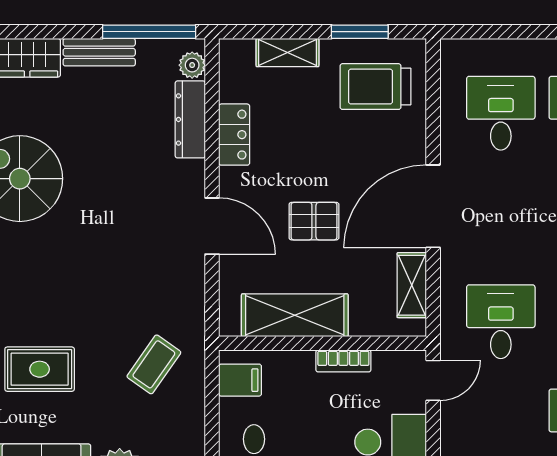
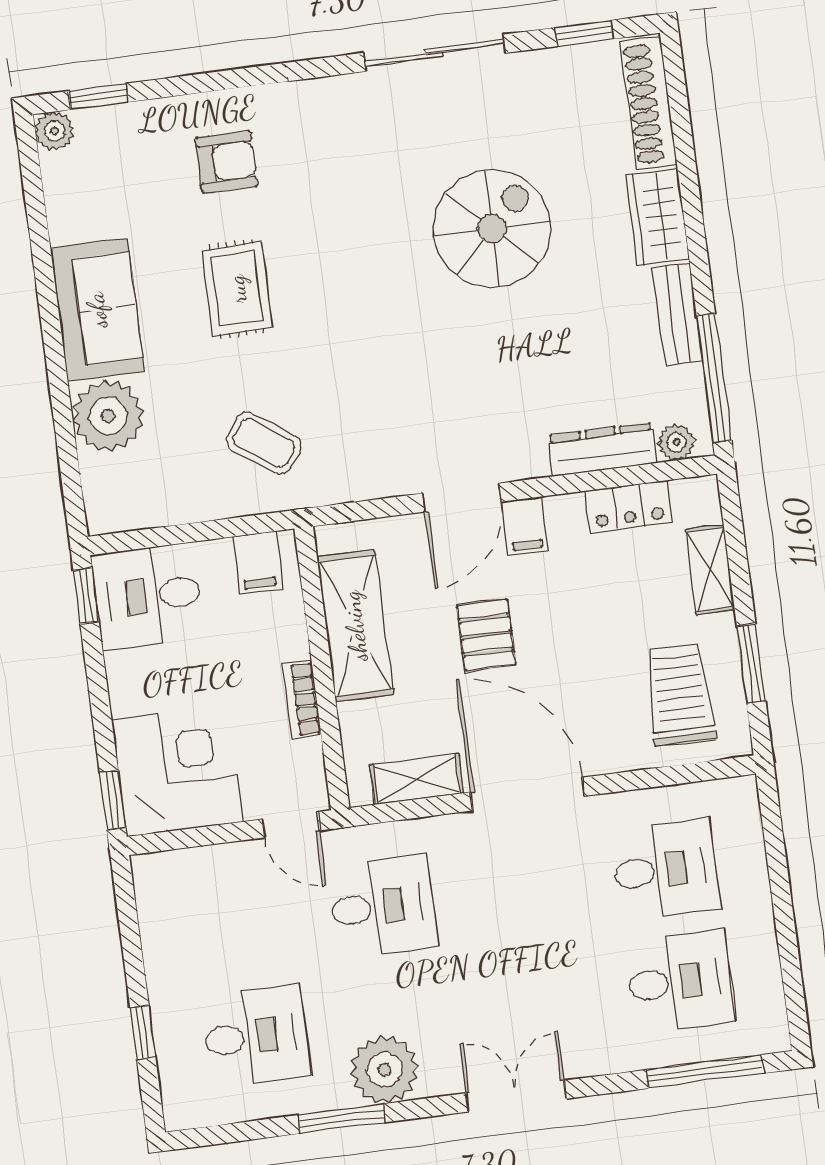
locker: (234, 135) -> (629, 507), moved
filing cabinet: (239, 183) -> (525, 526), added

